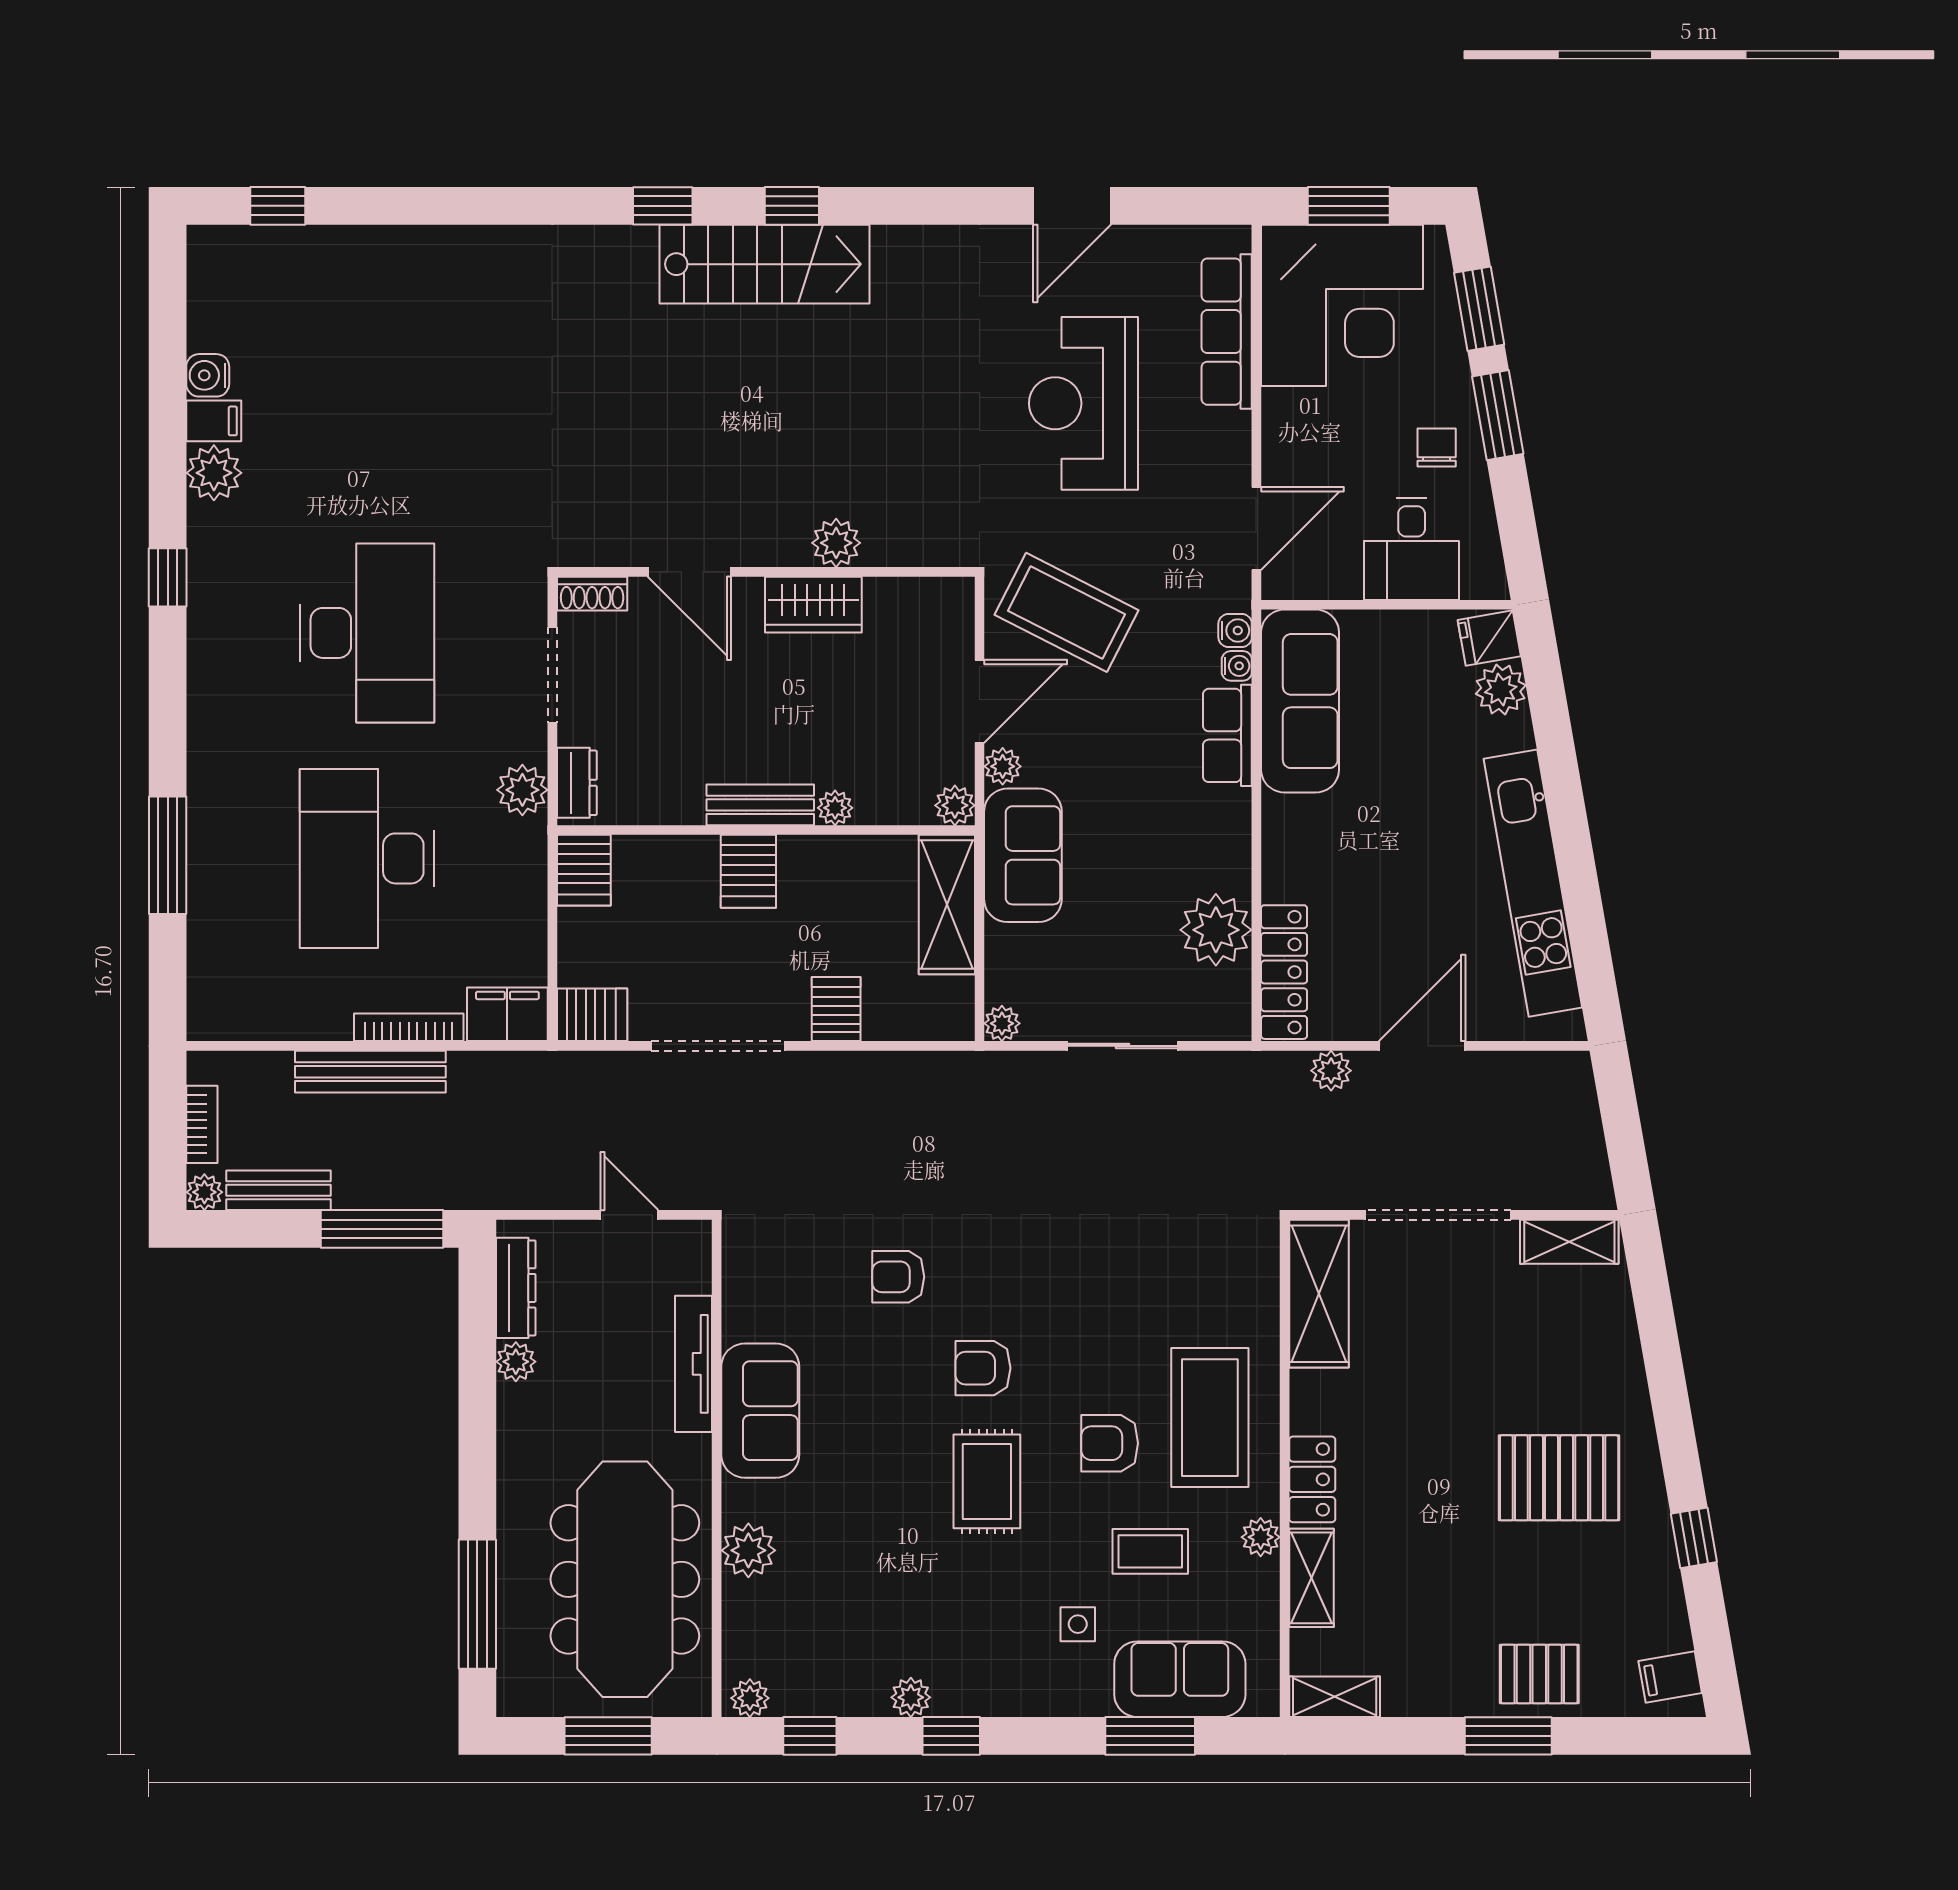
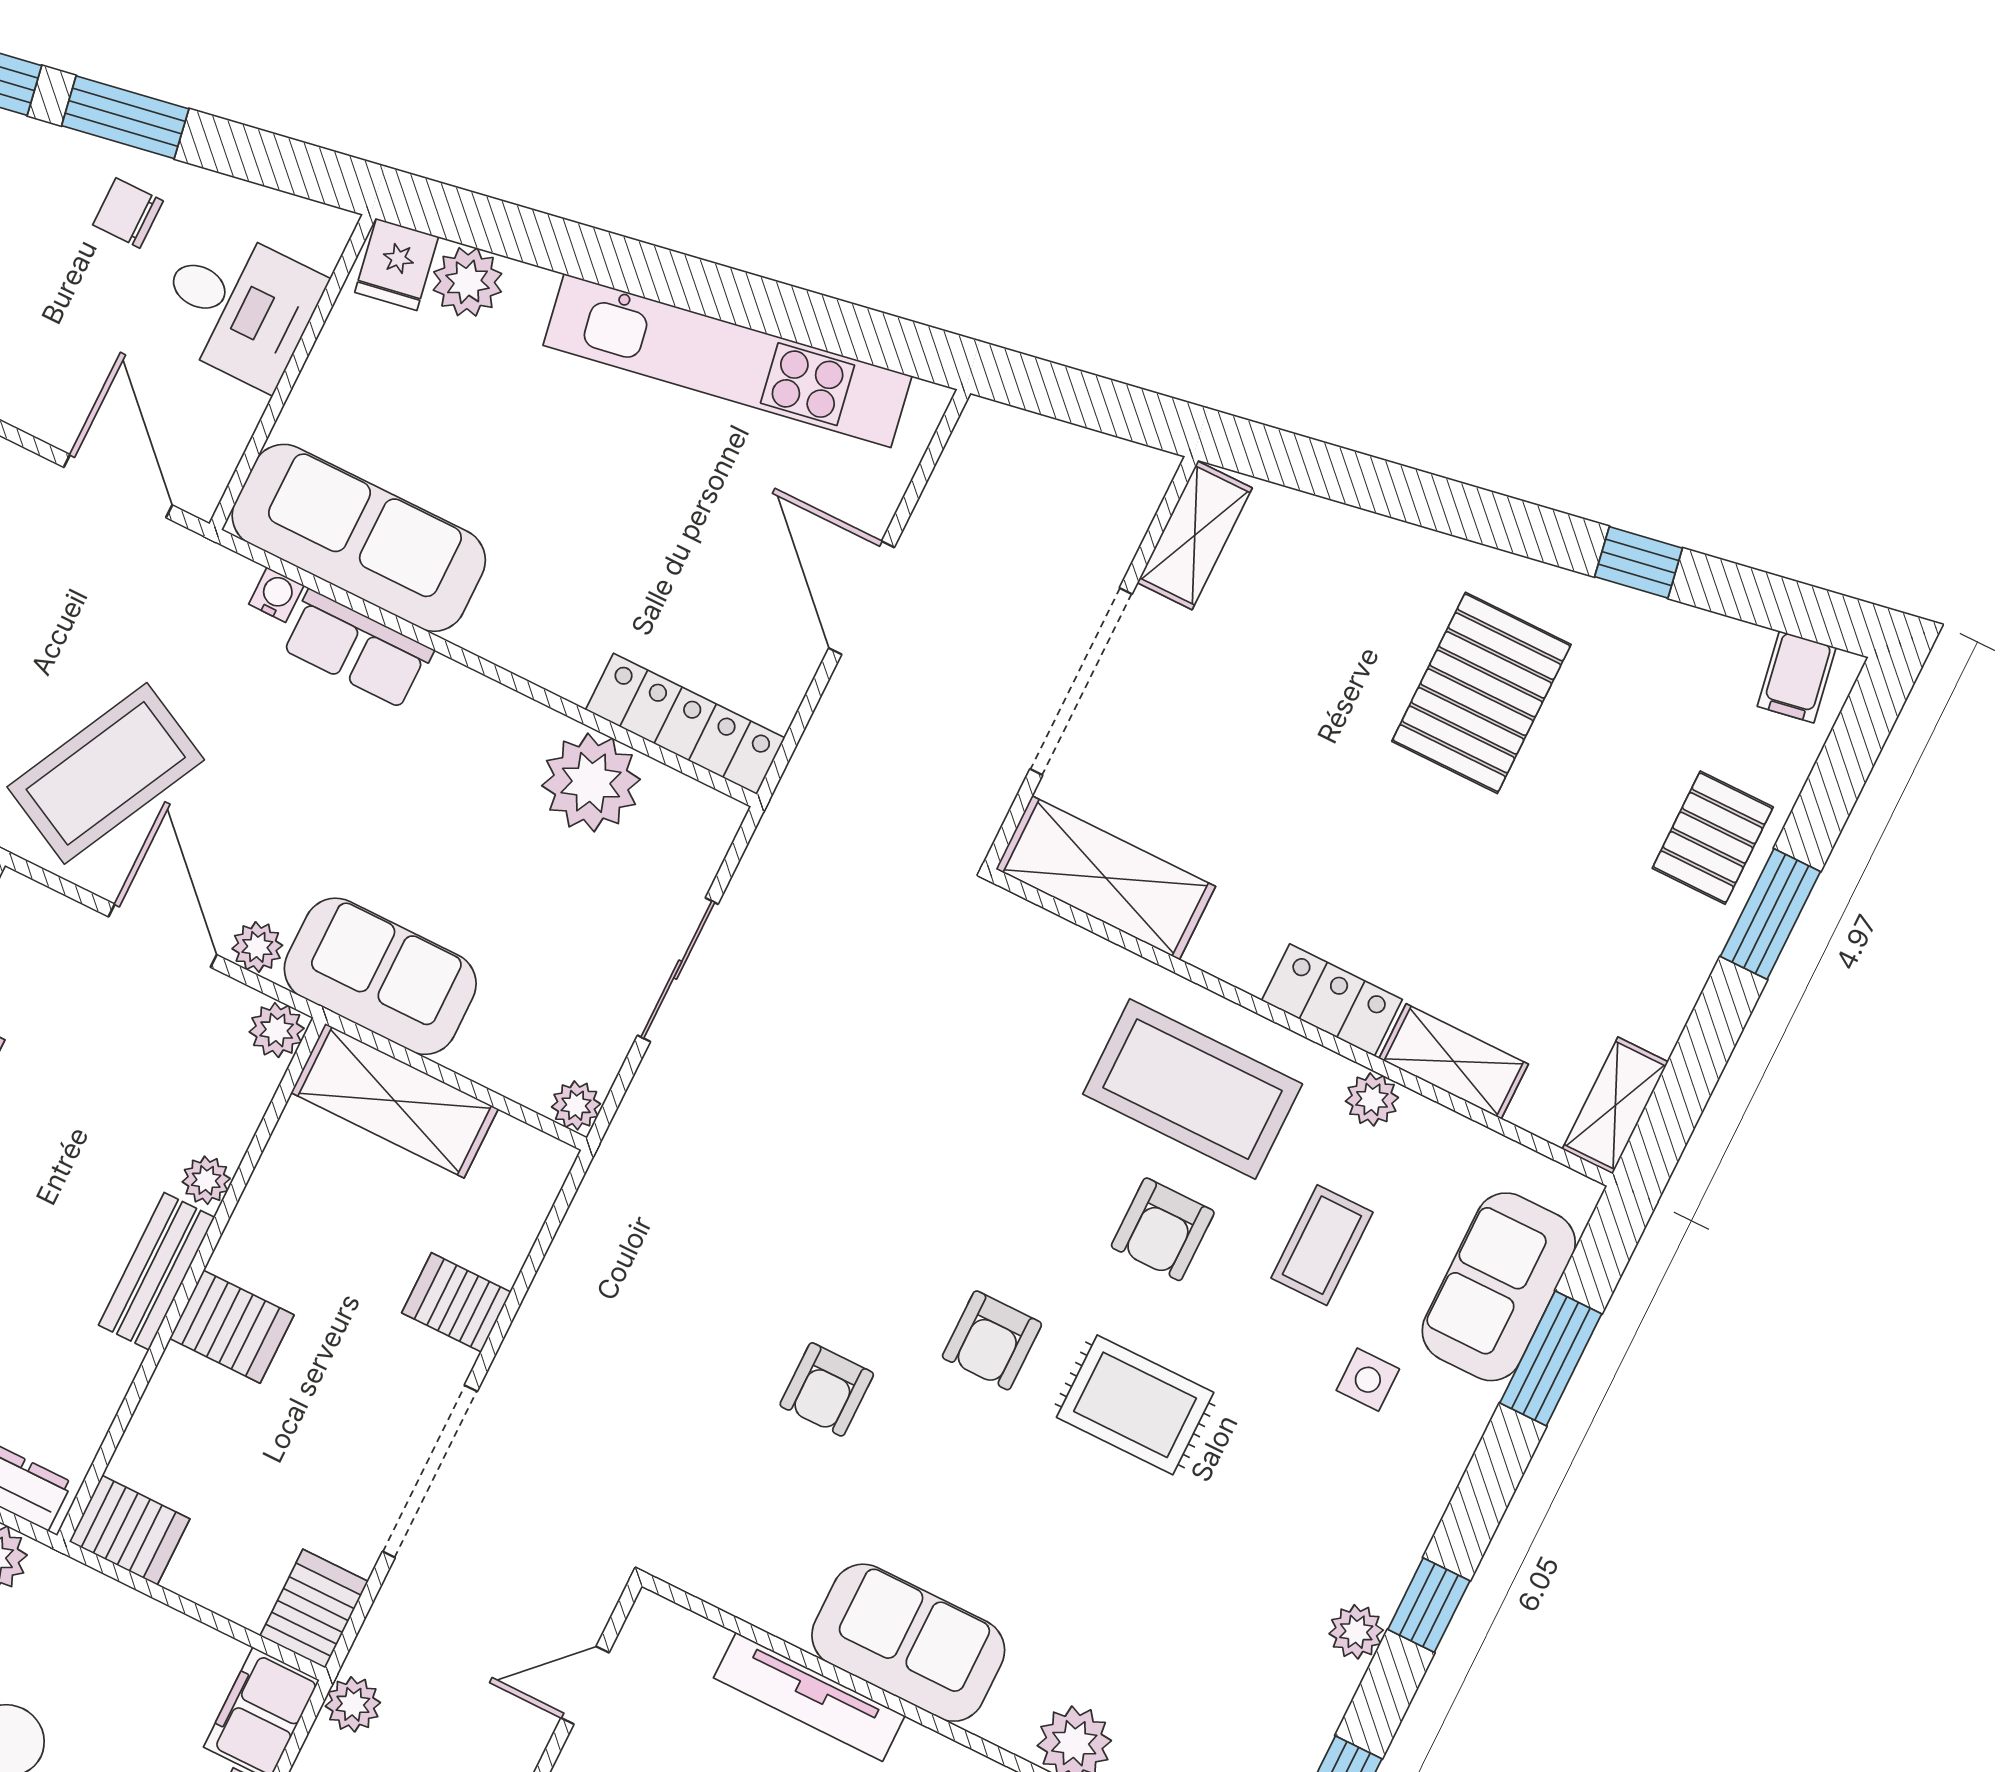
water cooler: (1235, 630) -> (231, 575), removed
plant: (1331, 1071) -> (353, 1704), moved

